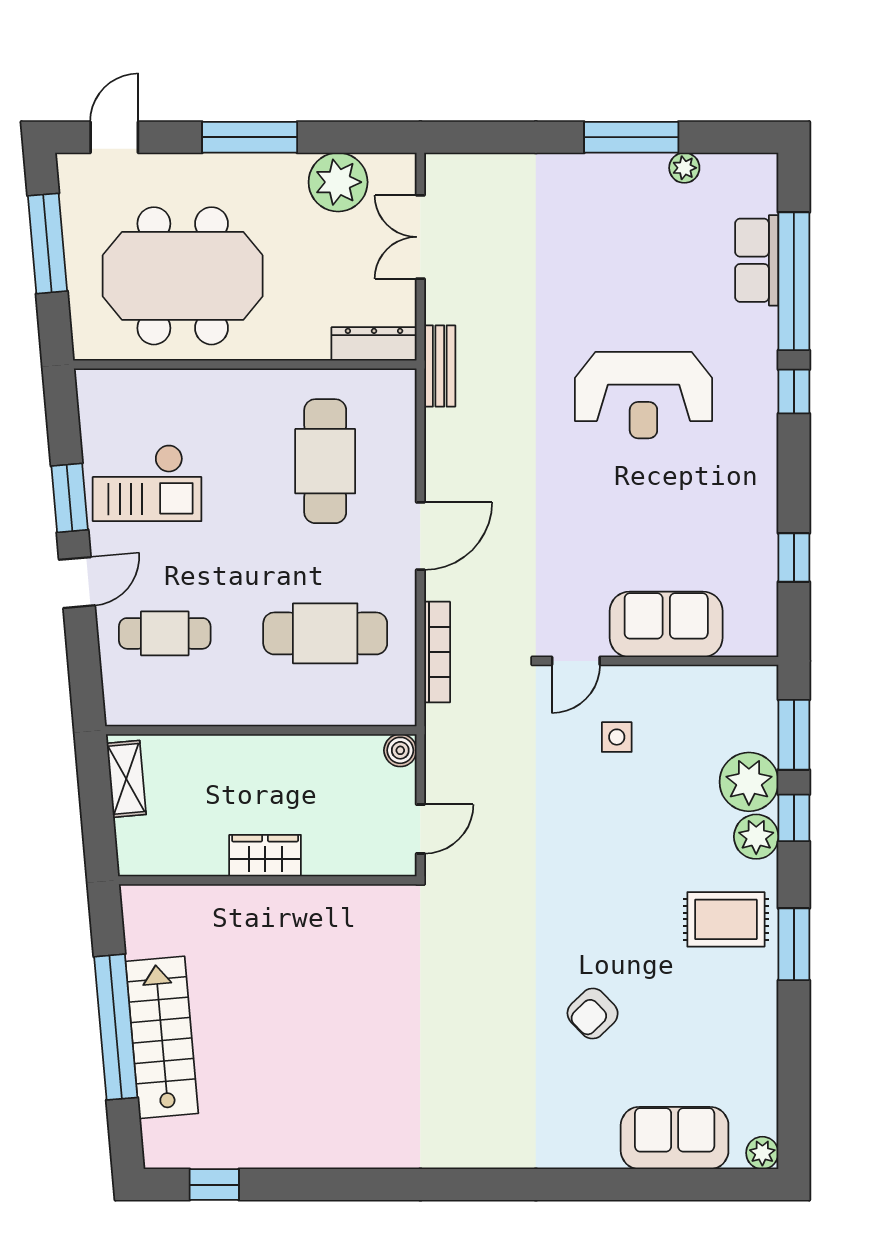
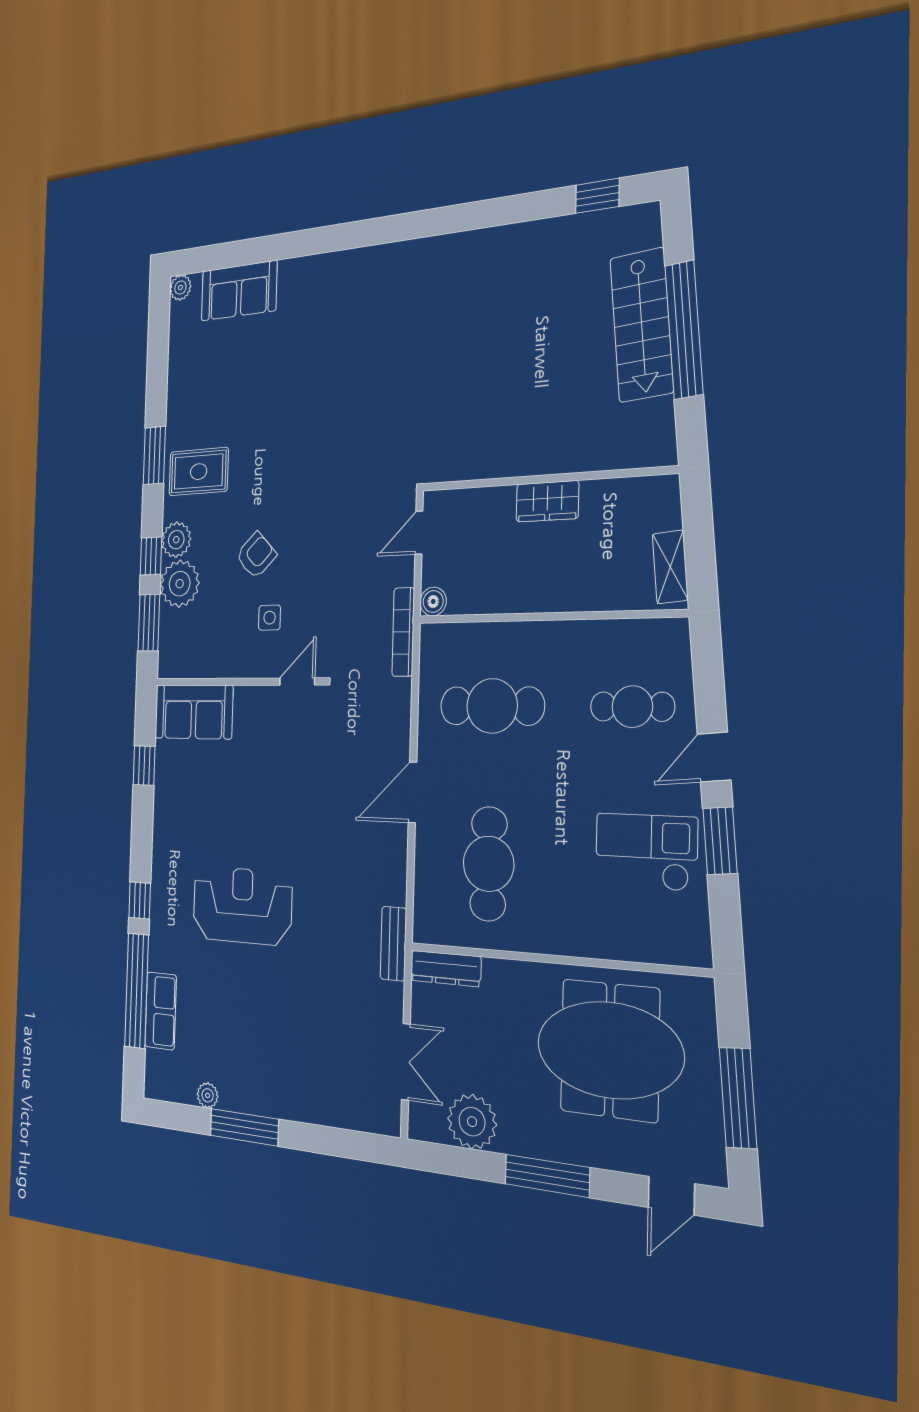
sofa: (666, 624) -> (194, 712), moved
bookcase: (437, 652) -> (403, 632), moved
armchair: (593, 1014) -> (256, 555), moved

